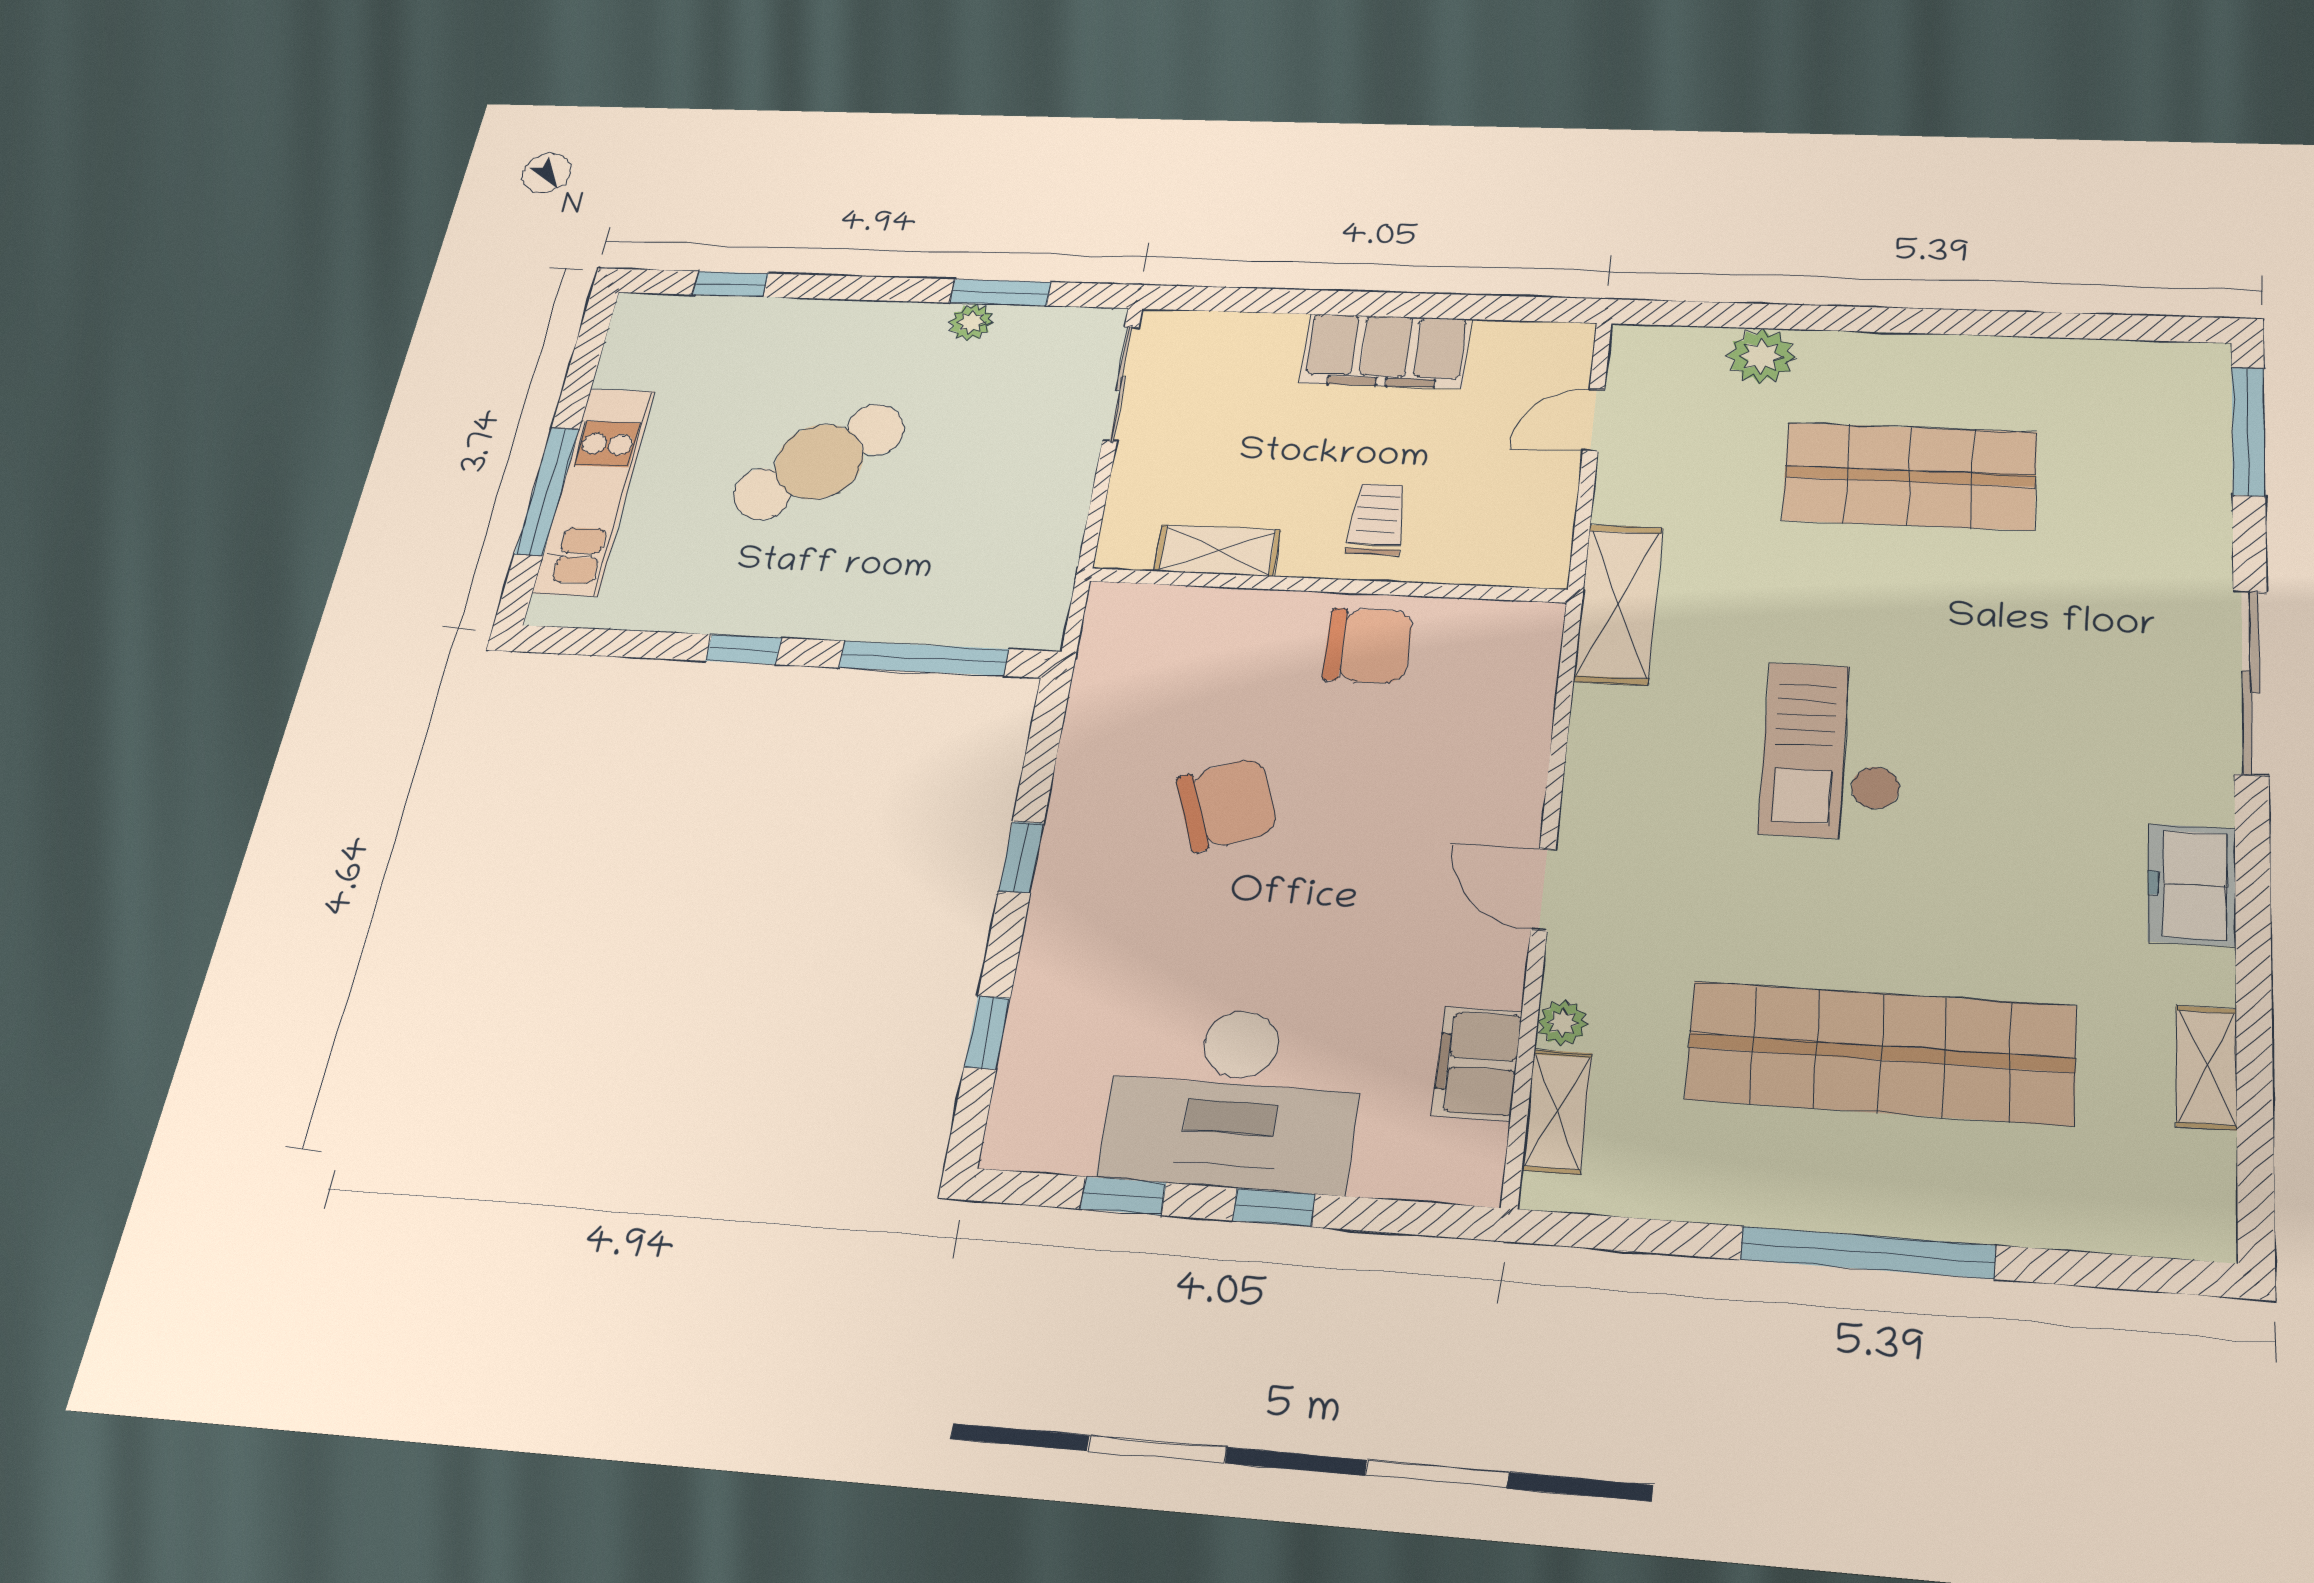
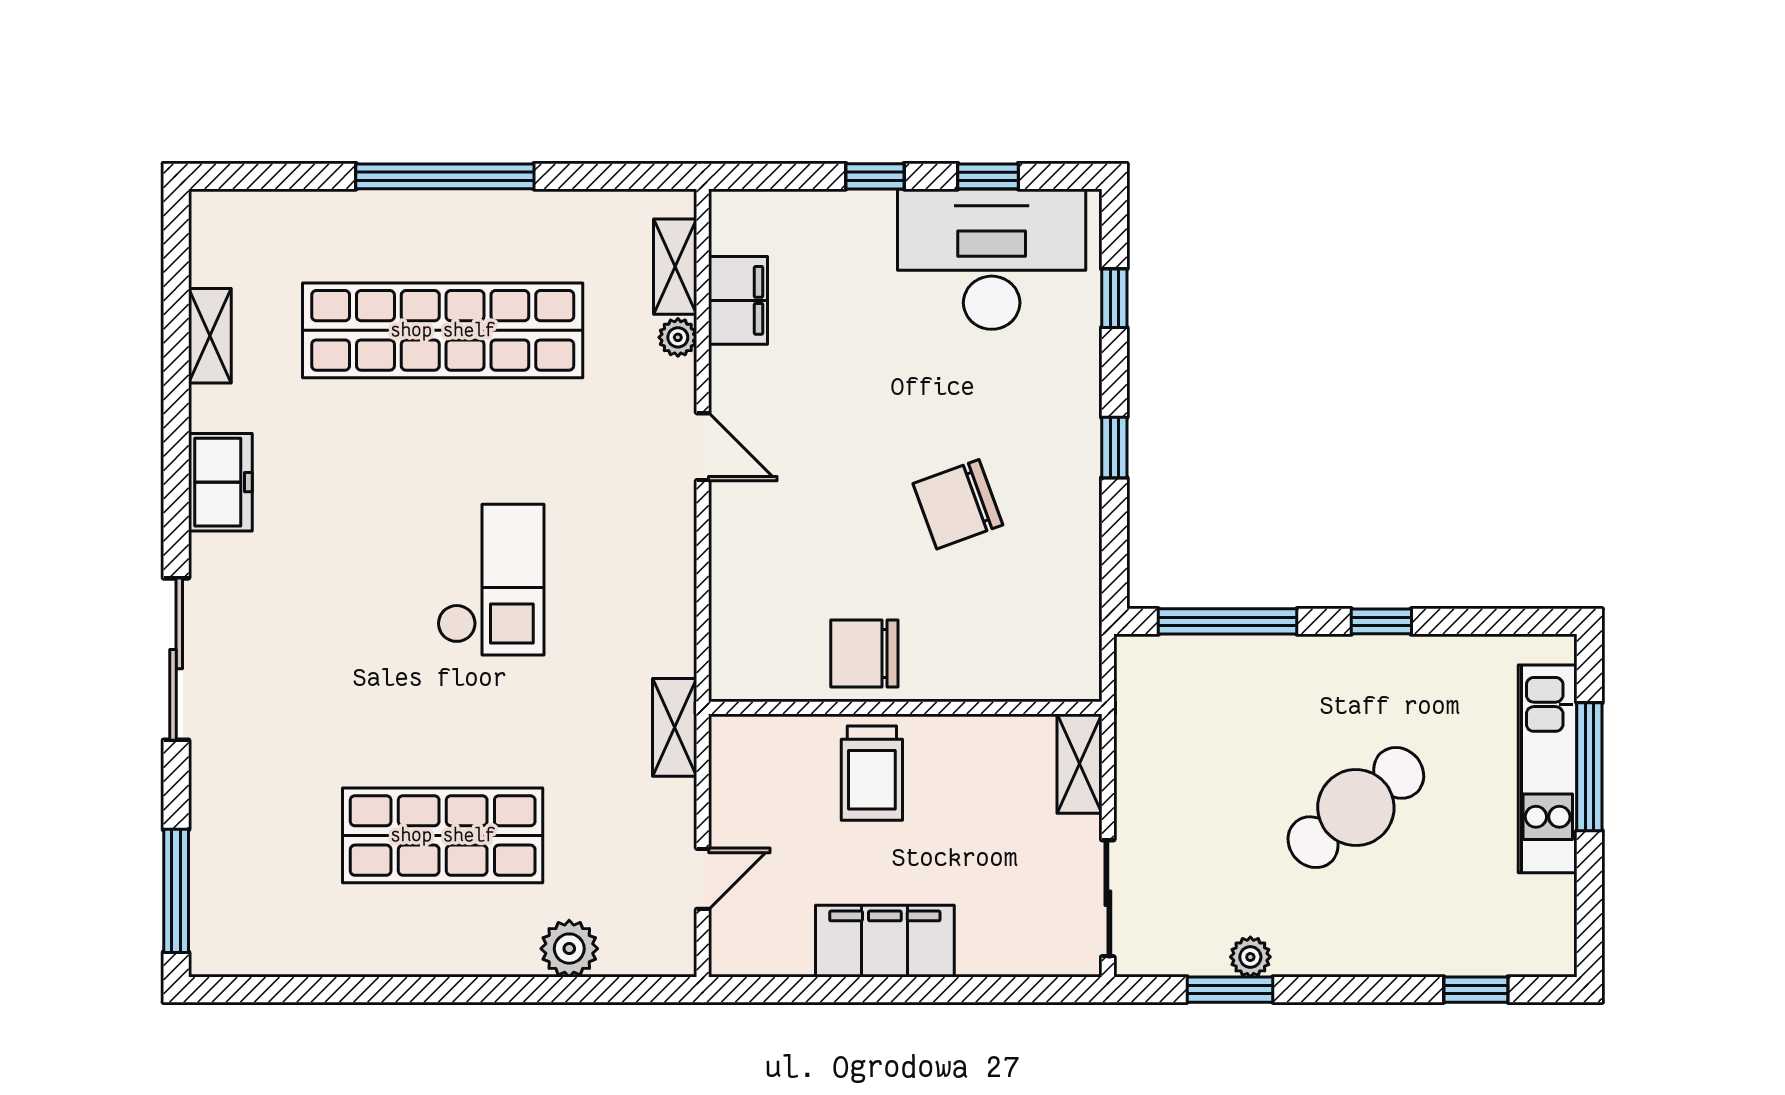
trolley: (1377, 519) -> (872, 773), width x1.36, depth x1.39
shelving: (1217, 551) -> (1079, 764), moved, turned 90
shelving: (1618, 604) -> (675, 727), width x0.67, depth x0.75
desk: (1233, 1098) -> (992, 259), moved

